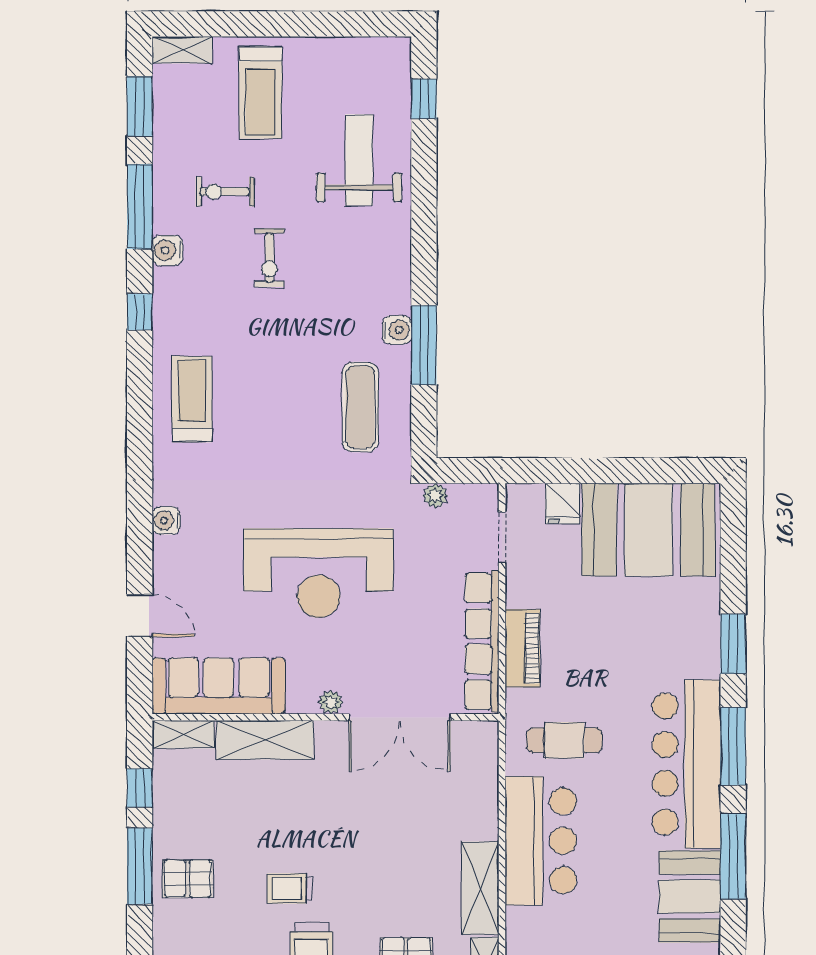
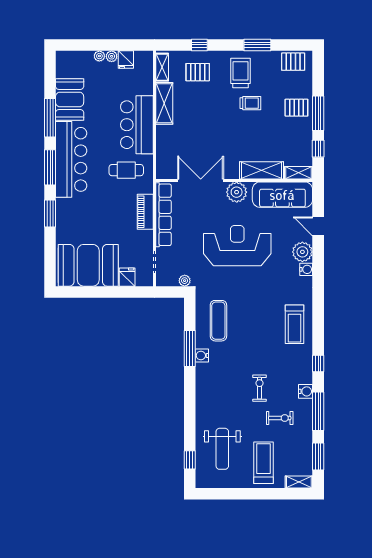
weight bench: (359, 160) -> (222, 449), moved
plant: (174, 559) -> (302, 252), added
plant: (331, 702) -> (237, 192), width x1.87, depth x1.87

